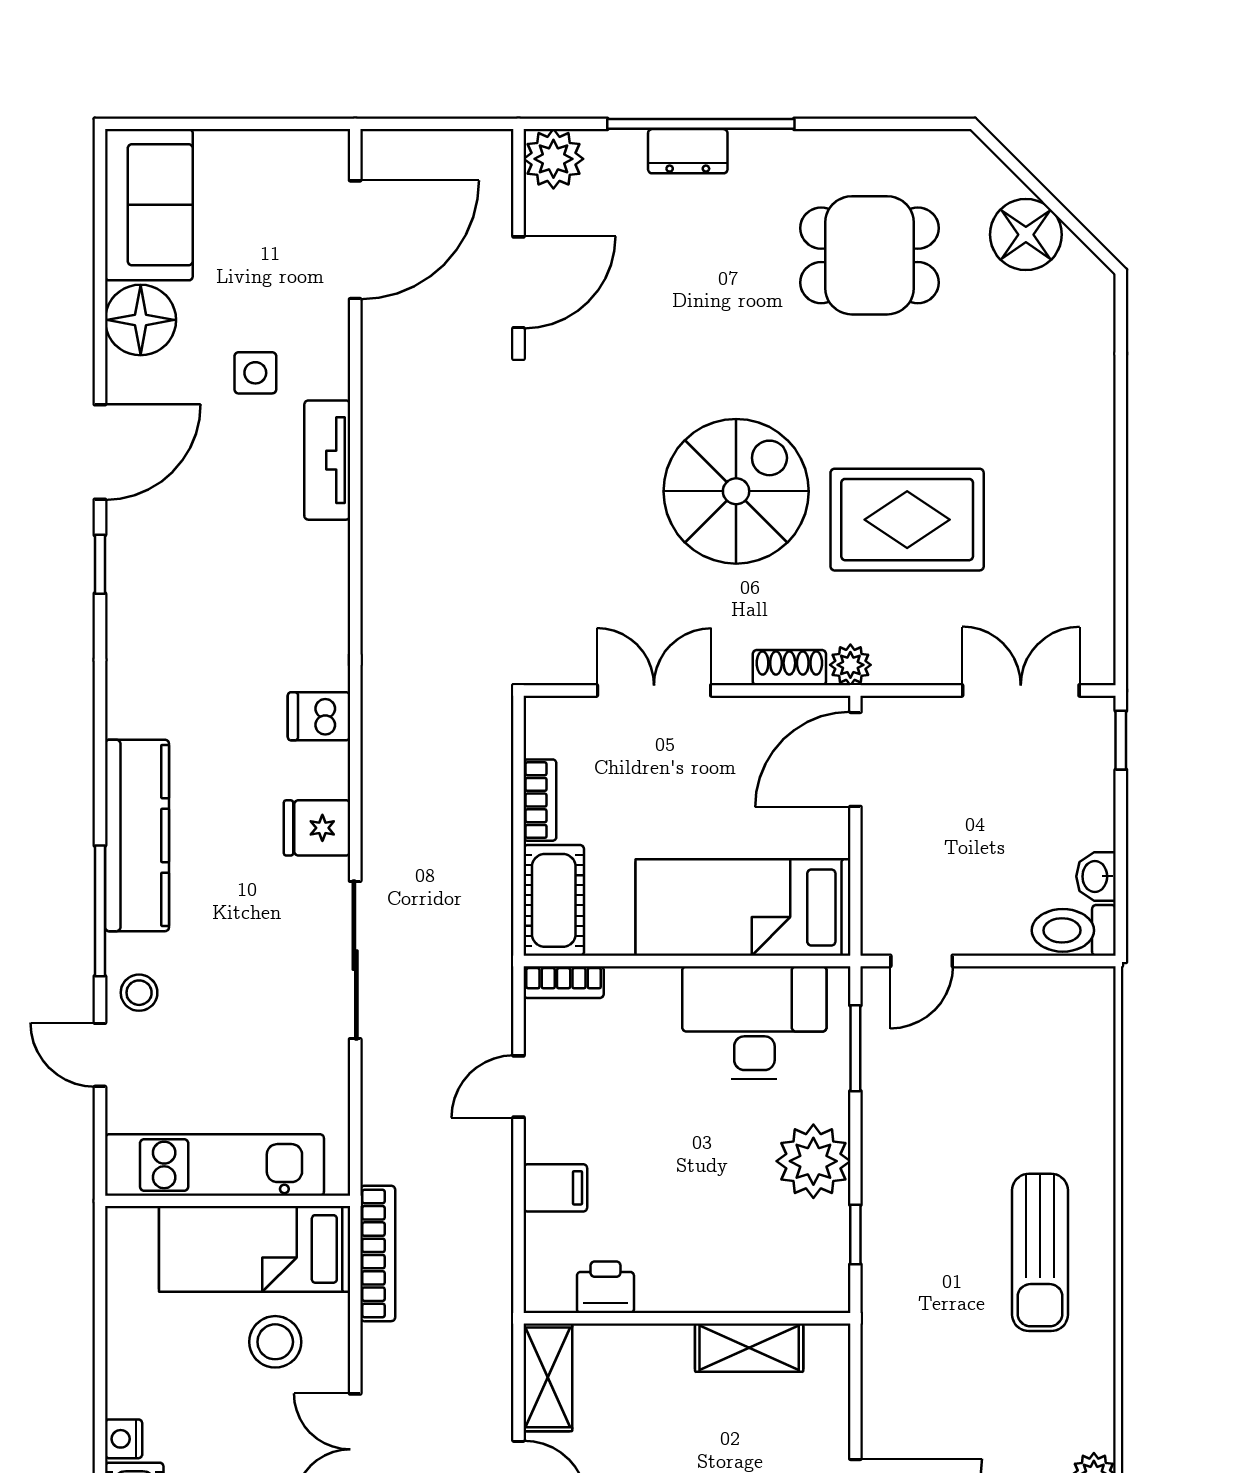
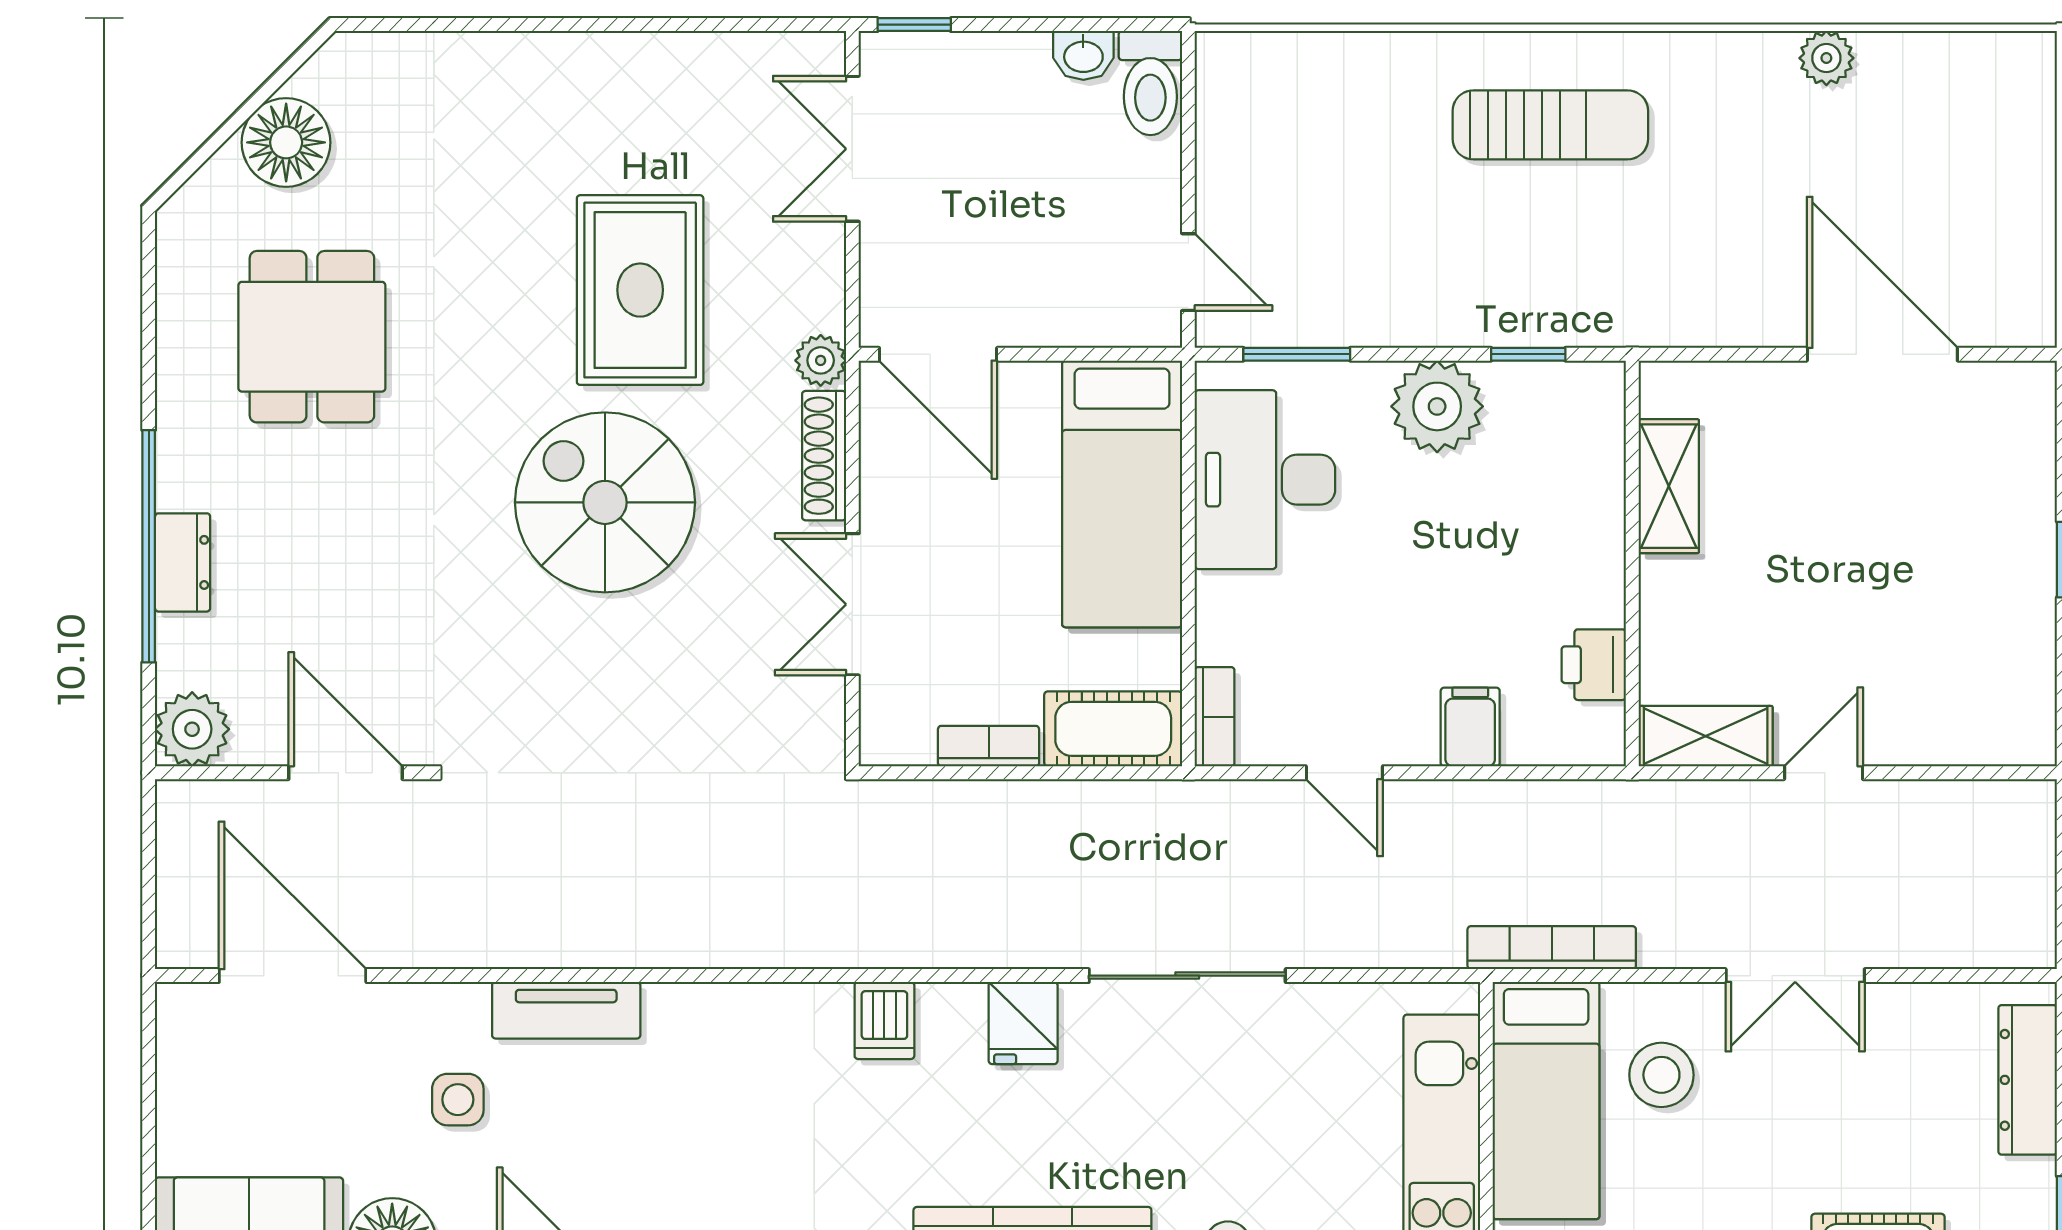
shoe rack: (789, 668) -> (824, 456), width x1.43

